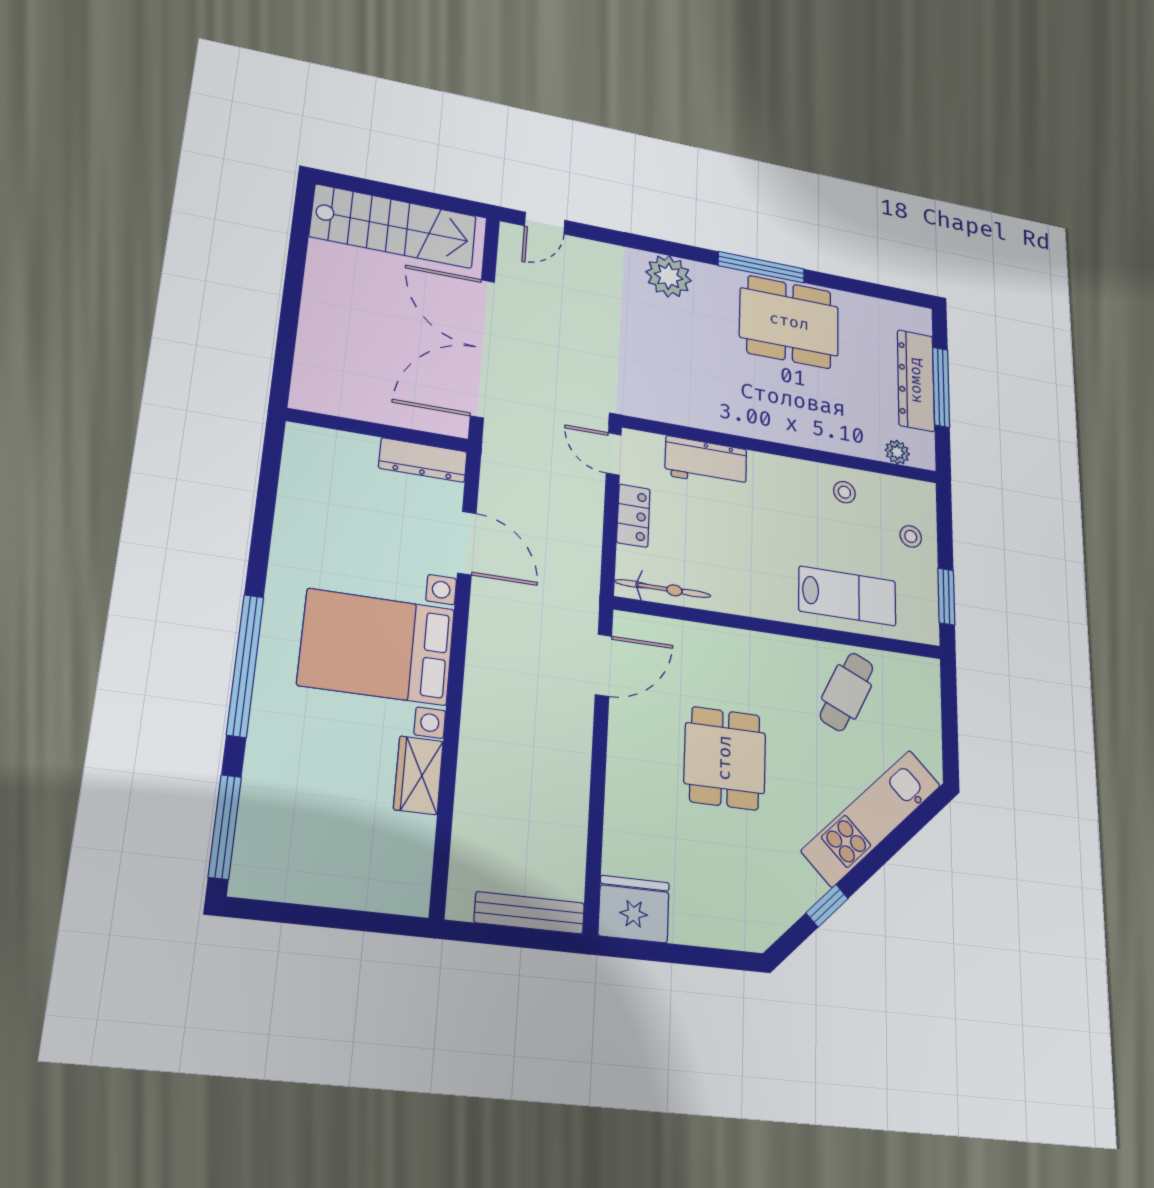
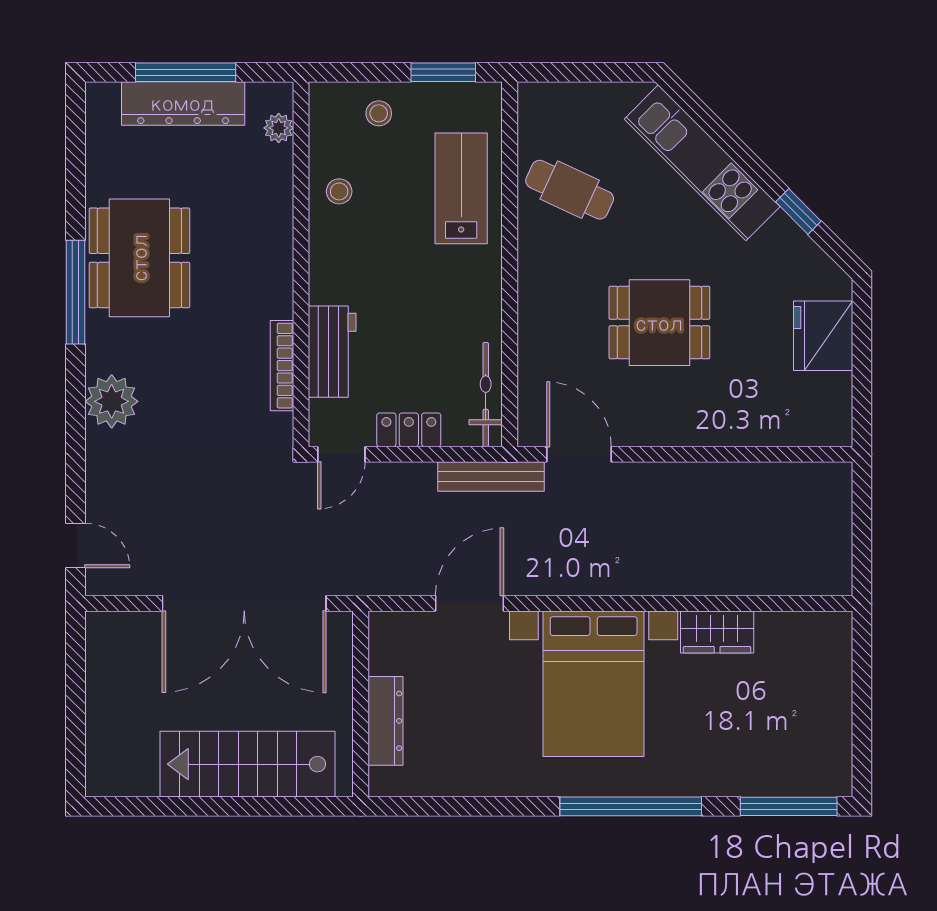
stairs: (394, 226) -> (248, 764), moved, turned -90
bookcase: (695, 418) -> (282, 366), added
dresser: (423, 460) -> (386, 721), moved
fridge: (634, 909) -> (823, 336), moved
bench: (529, 913) -> (491, 477), moved, turned 90

